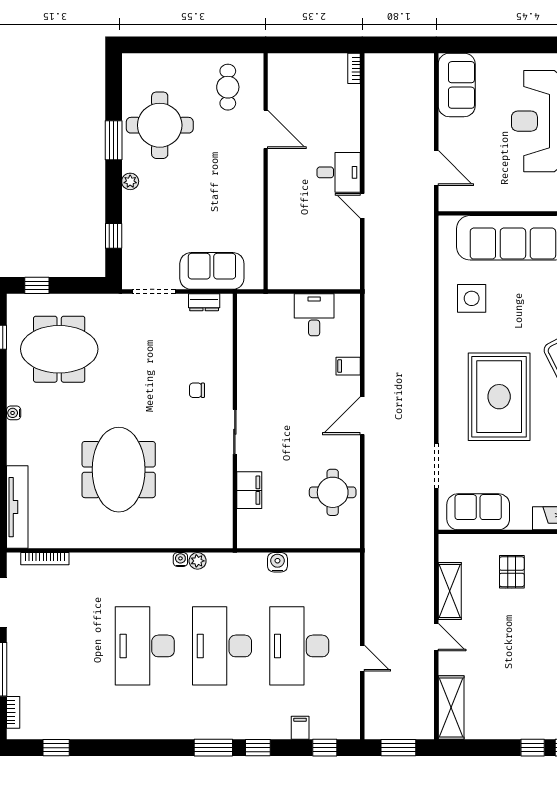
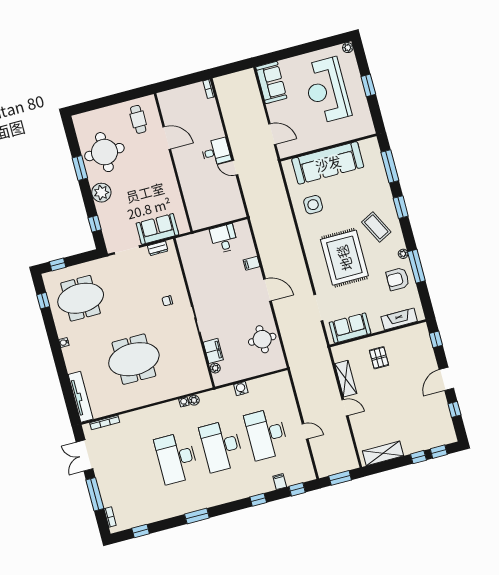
plant: (130, 181) -> (101, 193), width x1.88, depth x1.88
door: (362, 416) -> (268, 290), swing flipped
meeting table: (119, 470) -> (134, 359), turned 90
plant: (245, 519) -> (215, 368), added
shelving: (451, 708) -> (383, 453), moved, turned 90
window: (213, 748) -> (197, 516), moved

